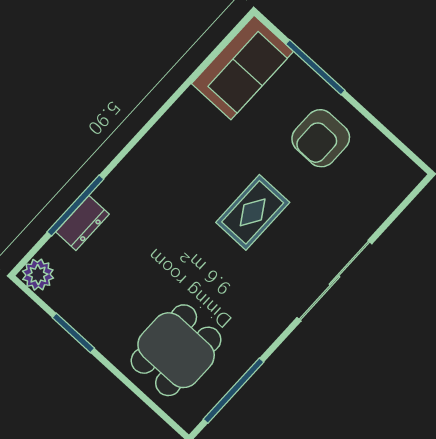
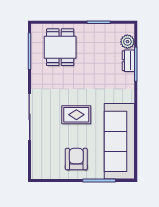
sofa: (242, 68) -> (119, 141), width x1.85, depth x1.27
rug: (253, 212) -> (76, 115), turned 90
plant: (38, 275) -> (127, 42), moved

